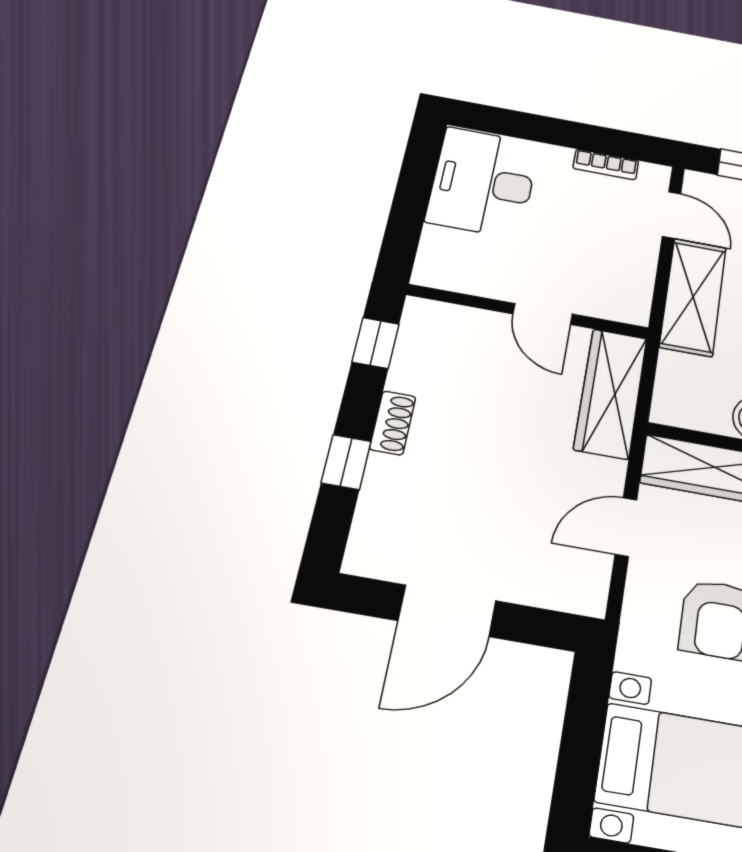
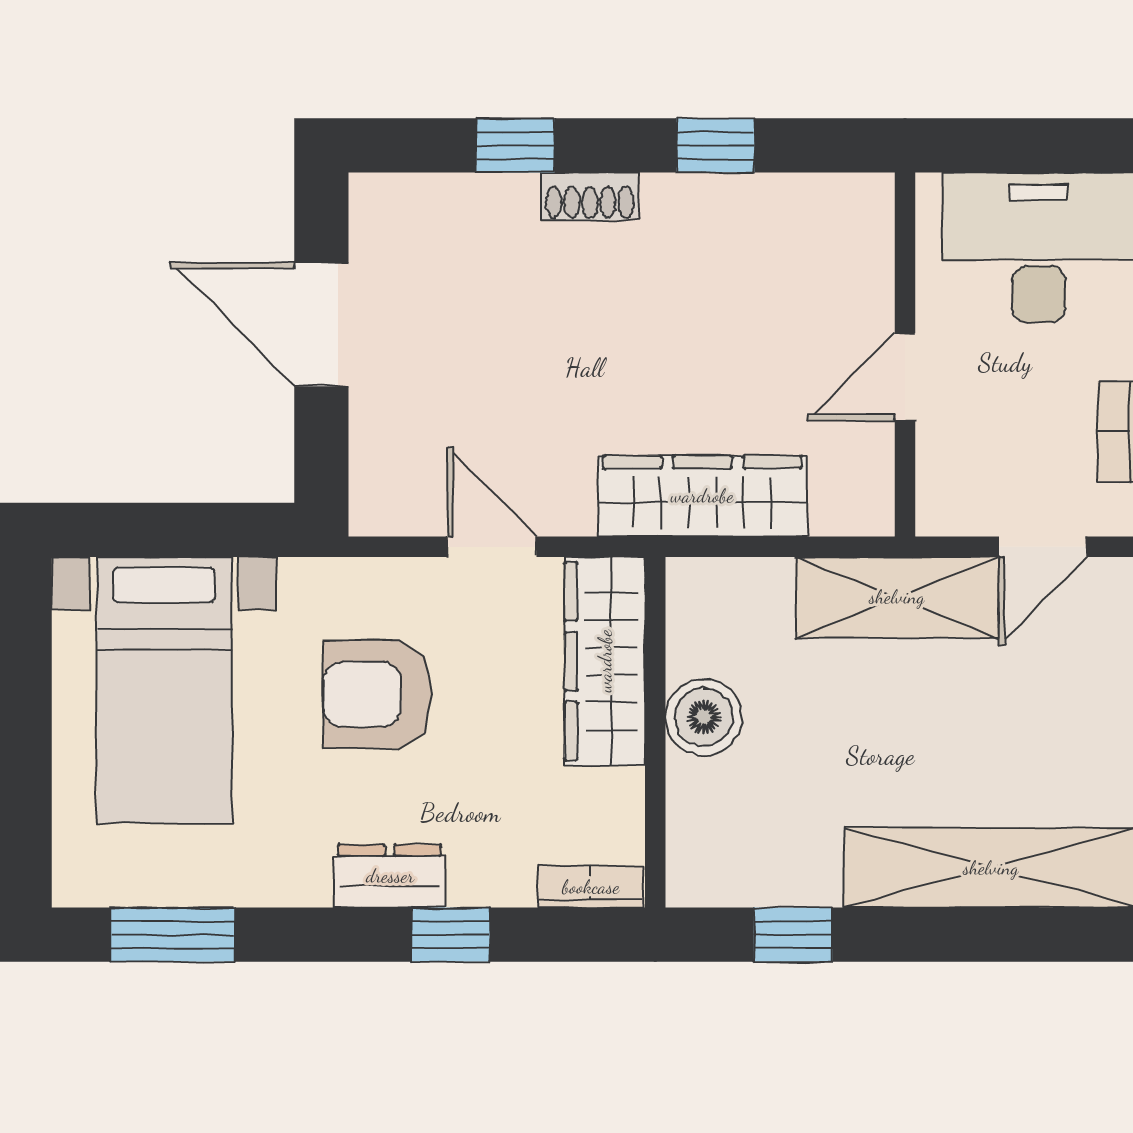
wall: (528, 311) -> (905, 354), moved
door: (543, 314) -> (905, 377), moved

